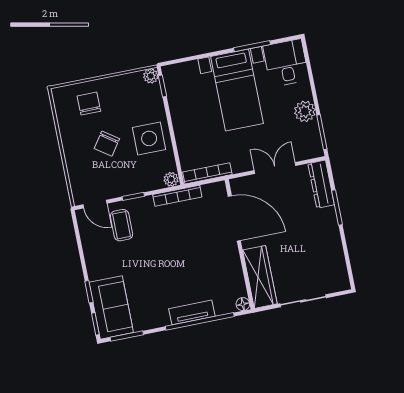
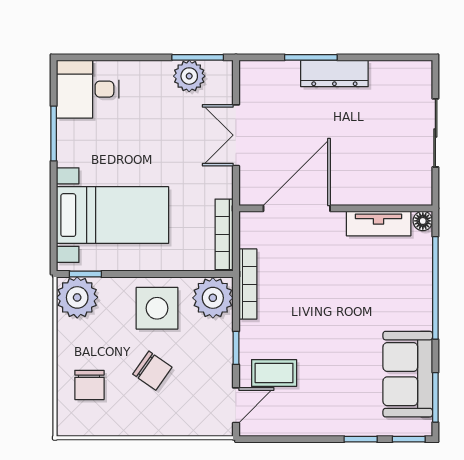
plant: (151, 76) -> (77, 297), width x1.88, depth x1.88
bed with nightstands: (237, 90) -> (113, 215), moved
chair: (89, 104) -> (89, 385), turned -90
plant: (305, 111) -> (189, 76), moved
plant: (171, 179) -> (213, 298), width x1.88, depth x1.88
dresser: (321, 184) -> (334, 73), moved
wardrobe: (260, 277) -> (389, 189), removed
sofa: (111, 307) -> (408, 374), moved, turned -90
tv unit: (192, 312) -> (379, 224), moved, turned -90

